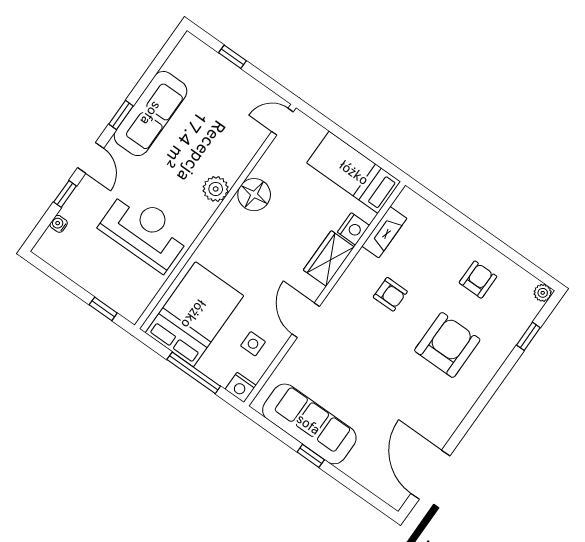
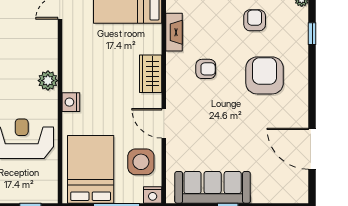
floor lamp: (254, 195) -> (75, 67), removed
nightstand: (353, 229) -> (71, 102), moved, turned 180
side table: (253, 344) -> (141, 162), width x1.87, depth x1.87
door: (430, 475) -> (312, 149), moved

